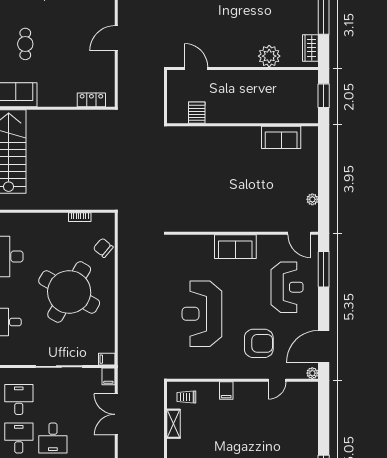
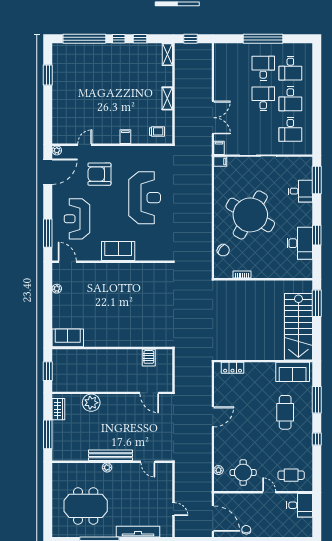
cafe table: (25, 44) -> (285, 412), width x1.37, depth x1.35
sofa: (281, 137) -> (68, 338), moved
shelving: (174, 424) -> (167, 98), moved

